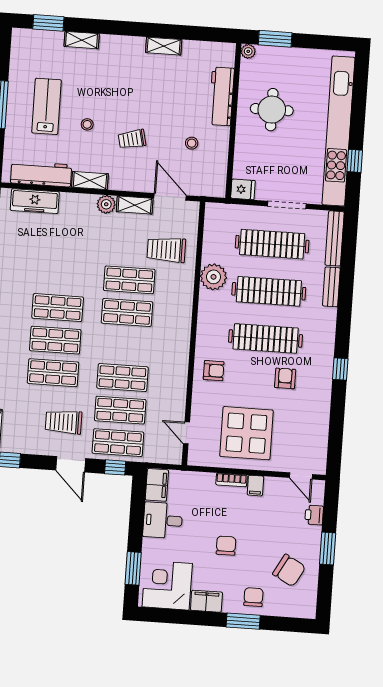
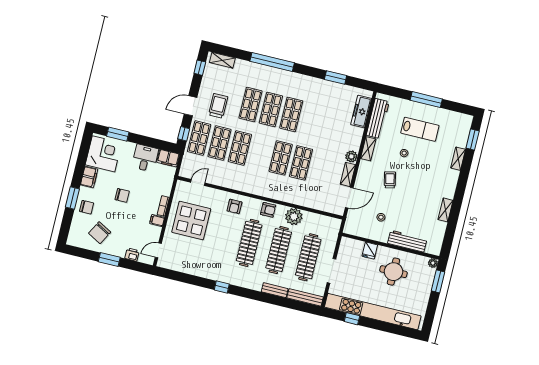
fridge: (243, 189) -> (370, 250), moved
trolley: (166, 250) -> (316, 190), removed
armchair: (285, 378) -> (268, 210), moved

